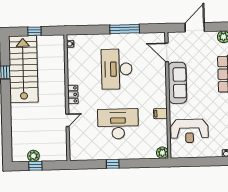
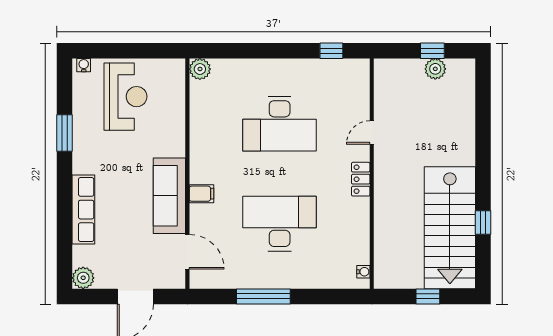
desk: (117, 69) -> (280, 224), turned -90
filing cabinet: (161, 114) -> (202, 194), moved
reception desk: (189, 131) -> (126, 97), moved, turned 90
window: (113, 164) -> (331, 51), moved

